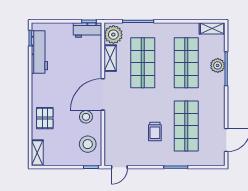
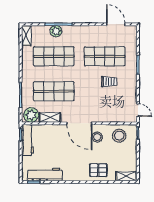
workbench: (88, 30) -> (27, 140), width x1.38

